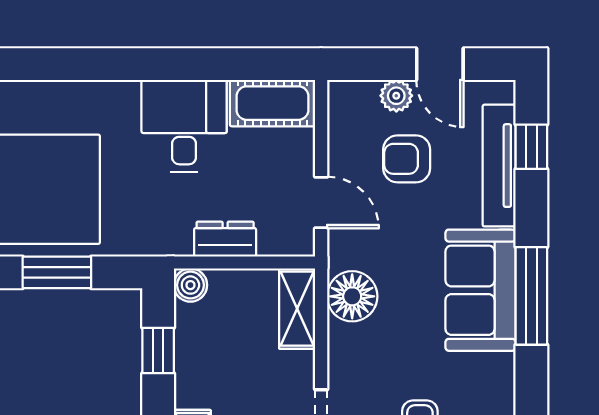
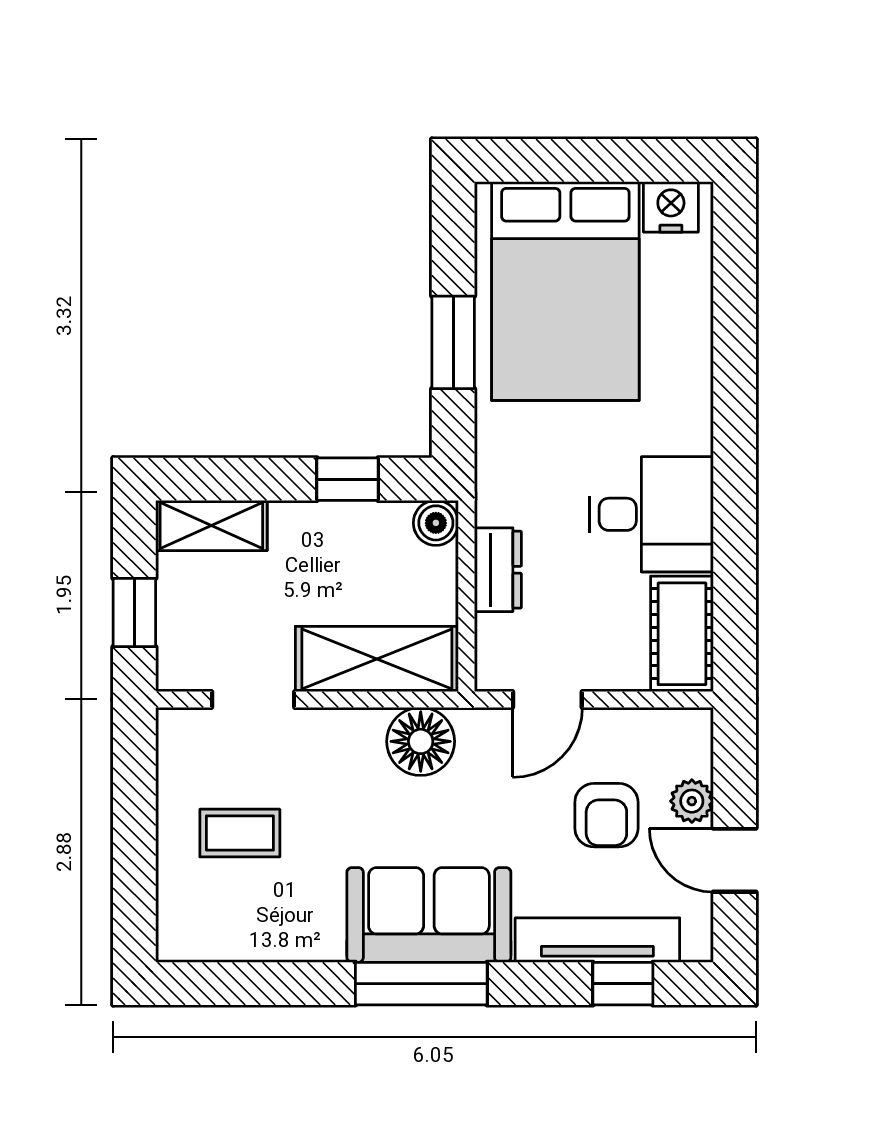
door: (440, 64) -> (735, 860), hinge flipped
armchair: (407, 159) -> (606, 815), turned 180
shelving: (297, 309) -> (377, 659), width x1.50, depth x1.33

